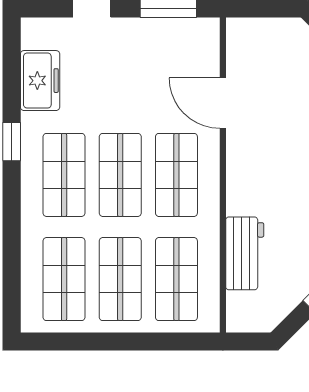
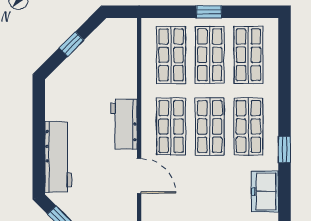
workbench: (245, 253) -> (124, 124), moved
window: (121, 342) -> (209, 12), added

